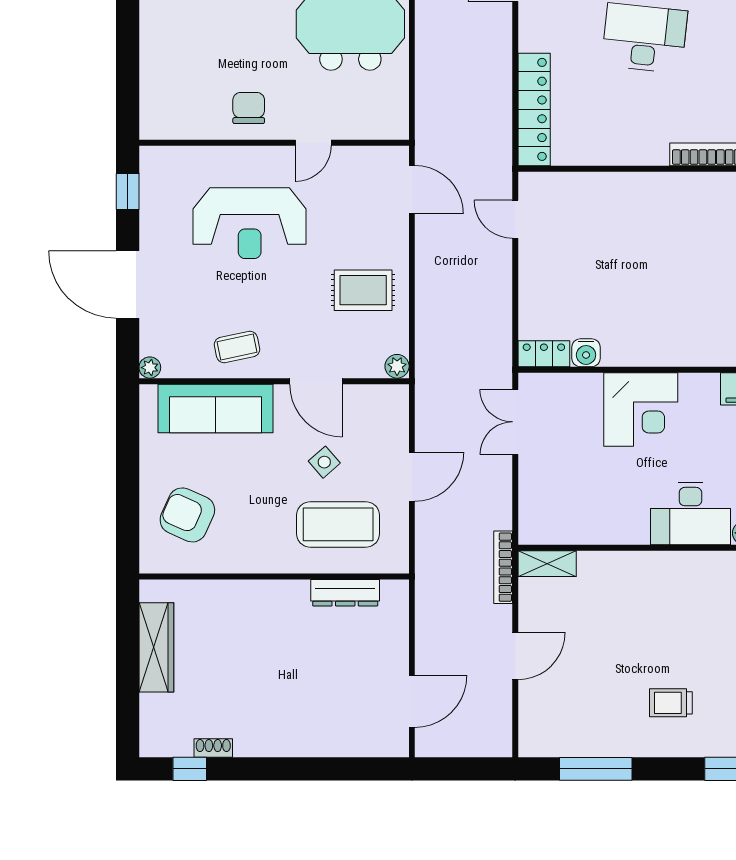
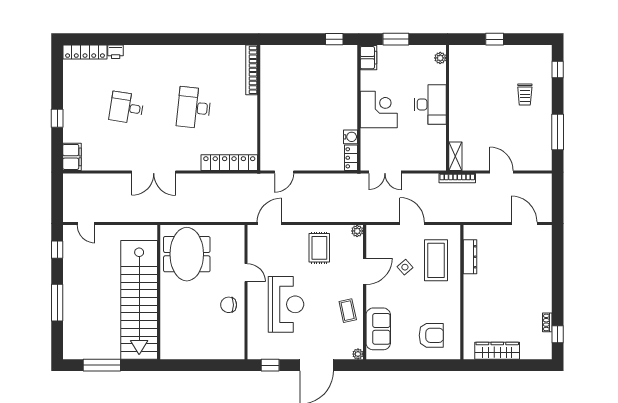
sofa: (216, 408) -> (378, 329), width x0.73
desk: (690, 513) -> (431, 104), moved
armchair: (187, 515) -> (431, 335), turned -114

